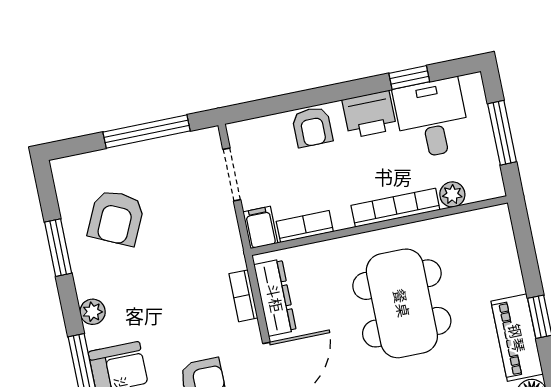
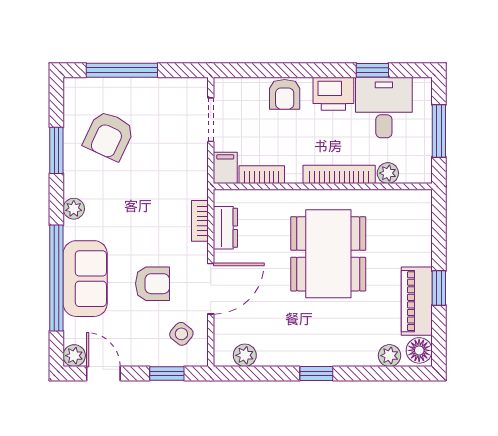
window: (147, 131) -> (122, 70), moved
dresser: (275, 298) -> (225, 228), width x0.70

